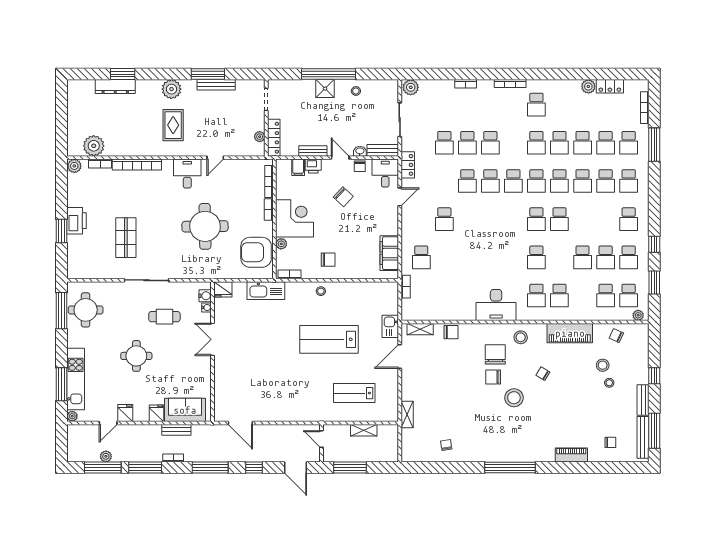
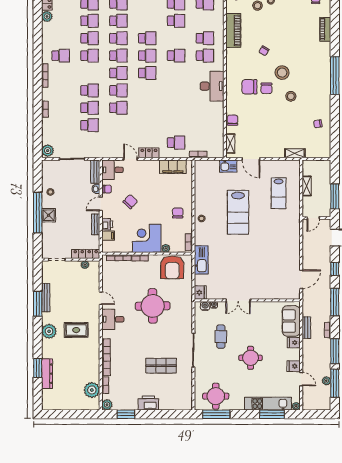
locker: (408, 165) -> (149, 153), moved
school desk: (444, 219) -> (147, 73), moved
window: (62, 231) -> (126, 414), moved
stool: (521, 337) -> (291, 96), moved

